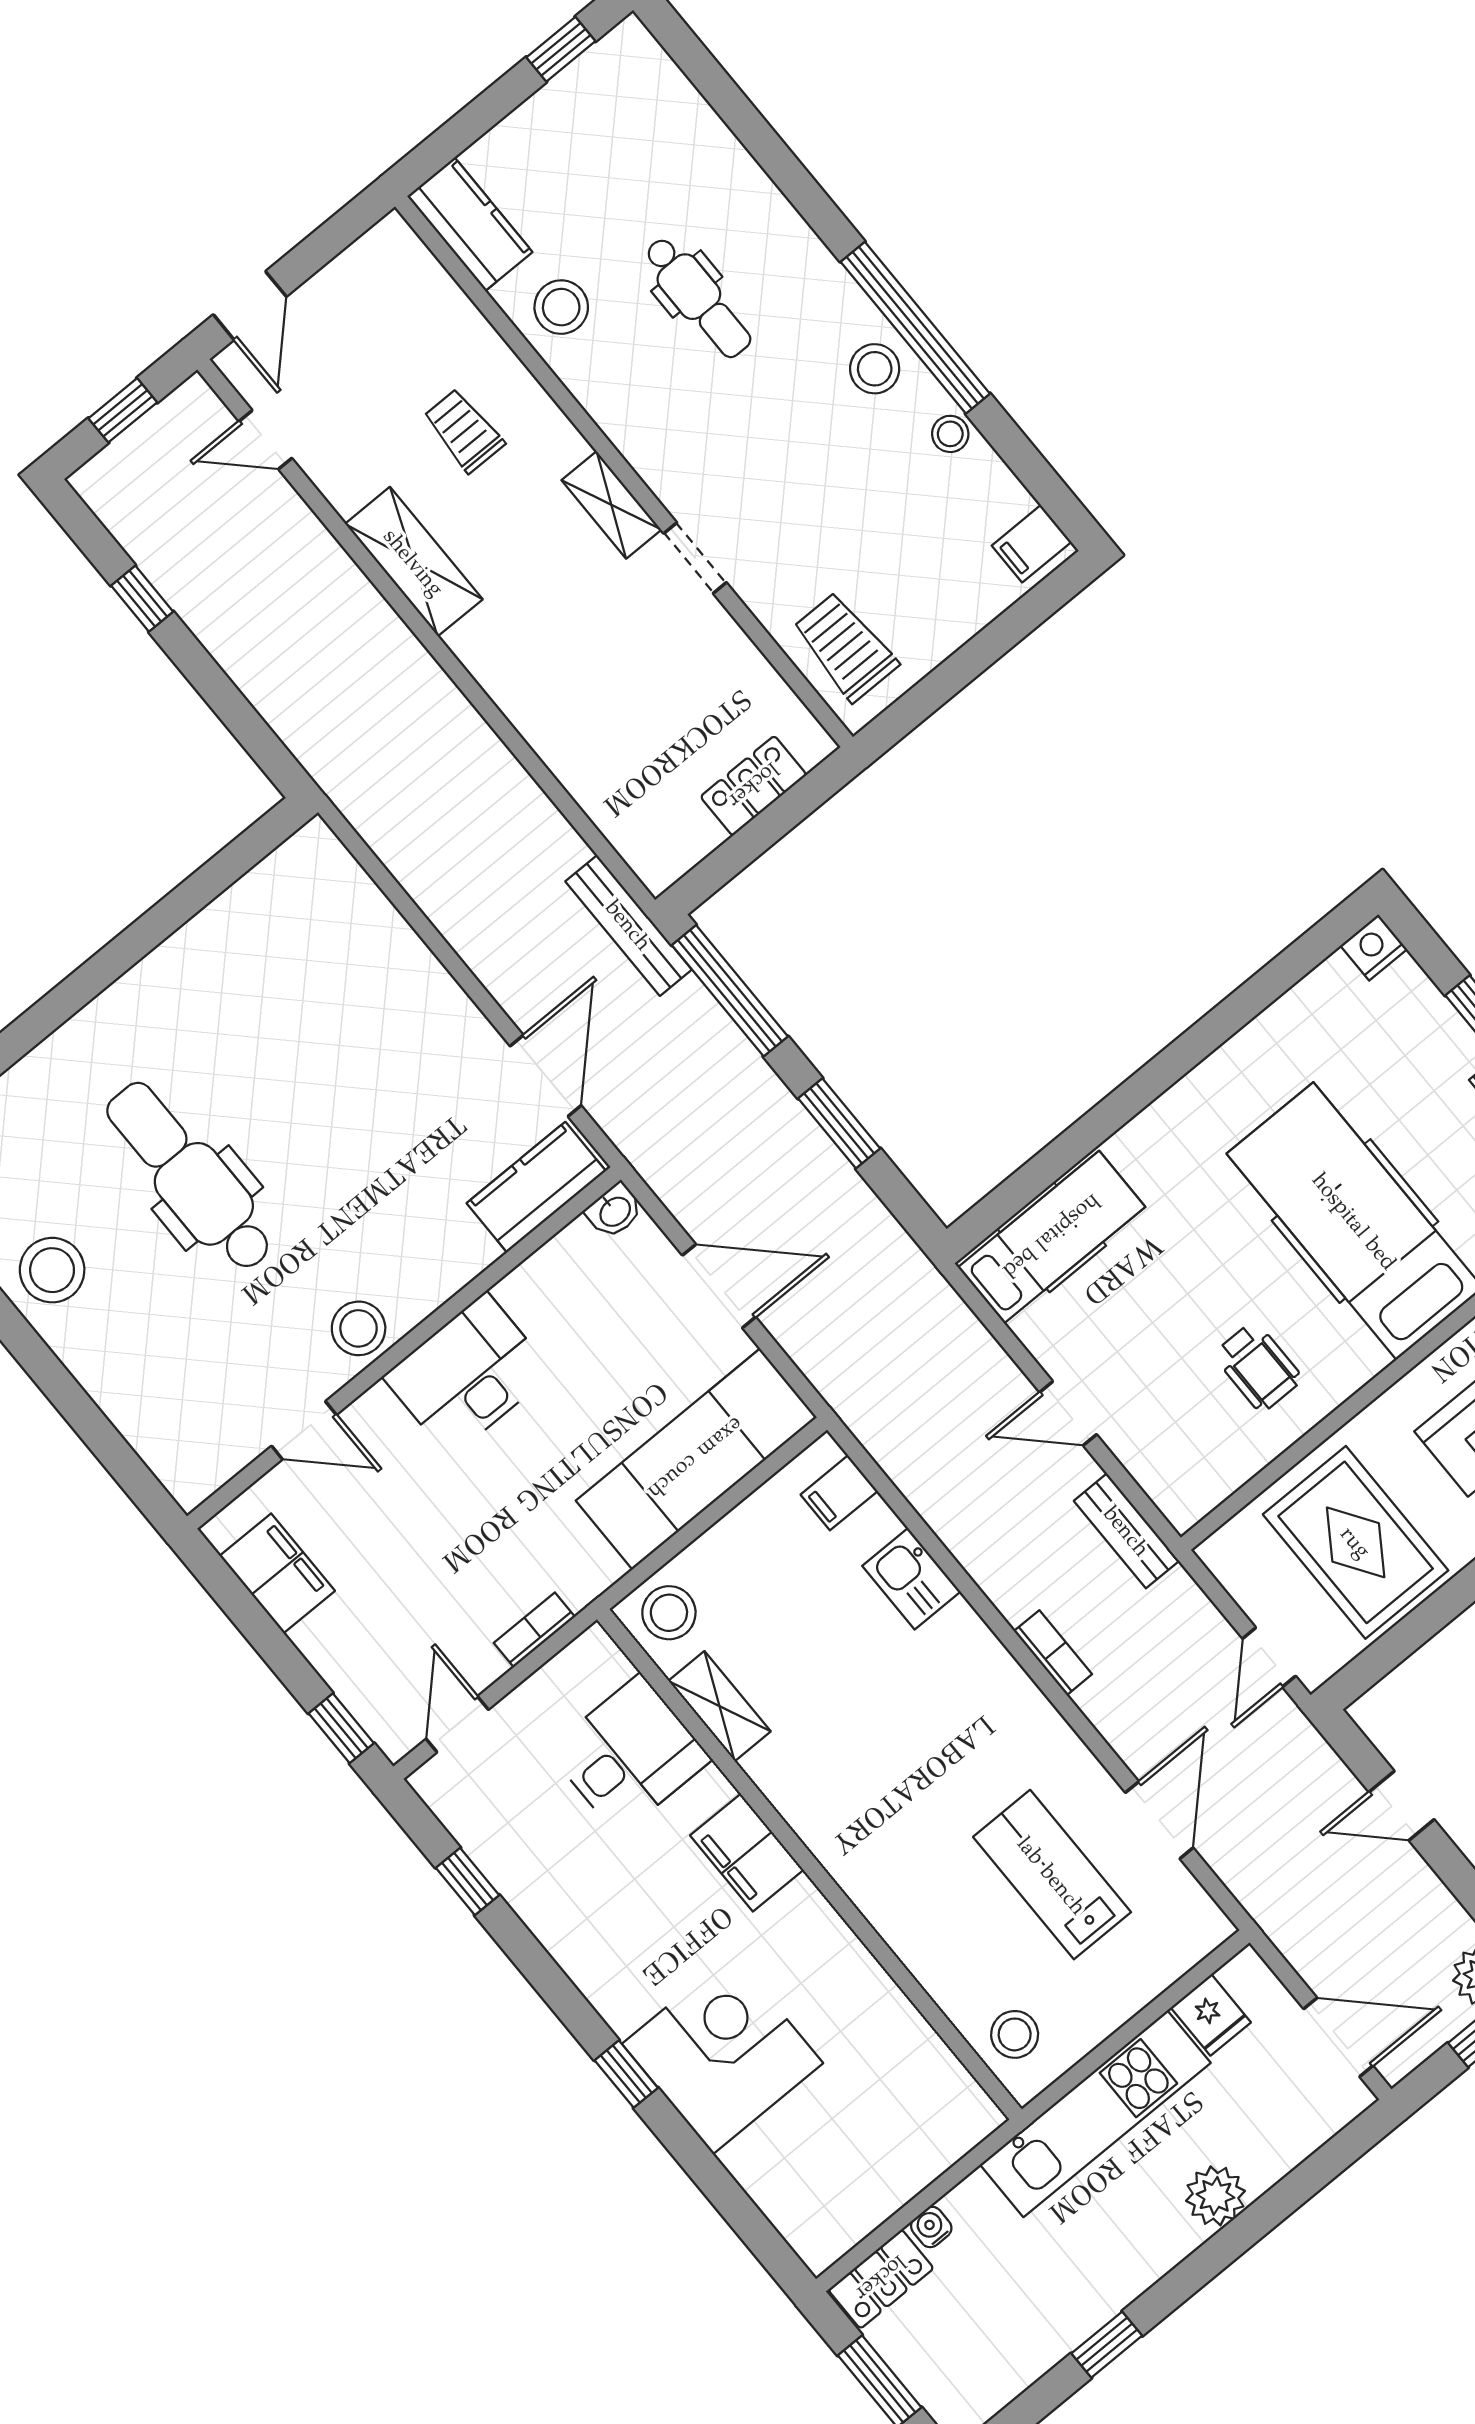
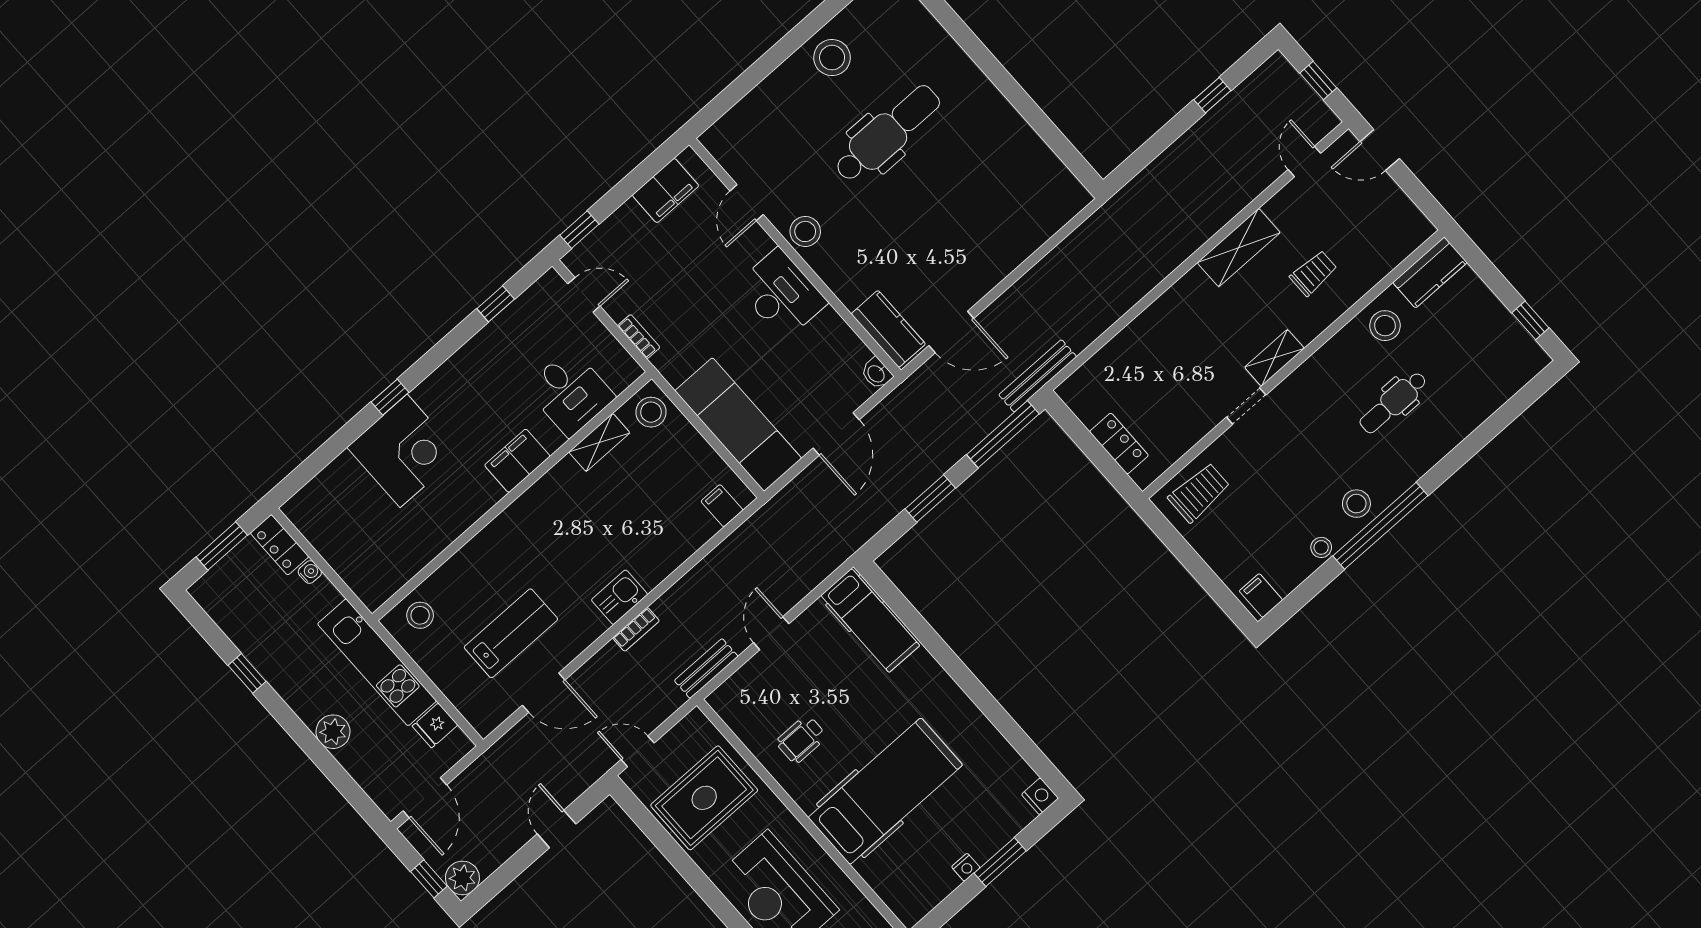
kitchen sink: (911, 1579) -> (619, 597), moved

